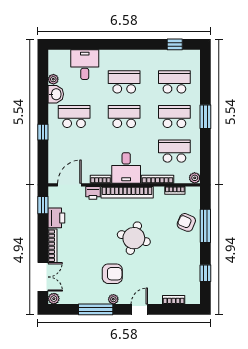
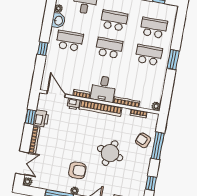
school desk: (174, 151) -> (144, 82), removed
door: (69, 185) -> (56, 94), hinge flipped
window: (43, 205) -> (30, 117), moved
round table: (134, 238) -> (110, 153), moved

